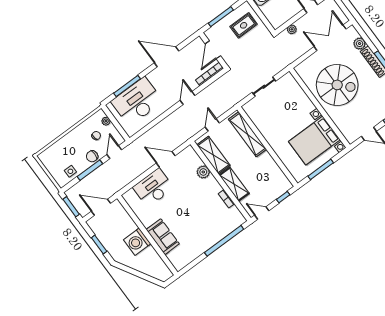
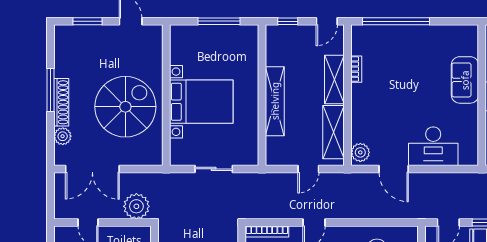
plant: (292, 29) -> (136, 206), width x1.88, depth x1.88
spiral stairs: (337, 85) -> (125, 107), turned 90
shelving: (248, 134) -> (275, 101), moved
bed with nightstands: (314, 141) -> (201, 102), moved
plant: (203, 172) -> (360, 152), moved
door: (262, 213) -> (327, 21), hinge flipped

